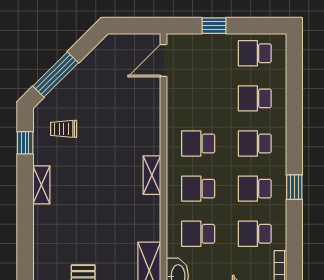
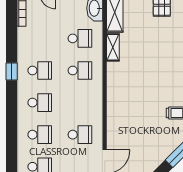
school desk: (198, 144) -> (80, 135), moved
shelving: (152, 175) -> (113, 47), moved
school desk: (255, 234) -> (40, 38), removed

